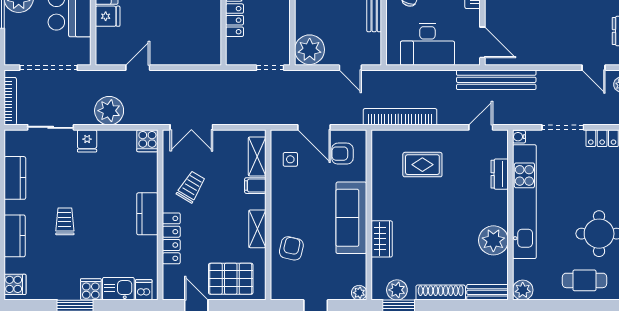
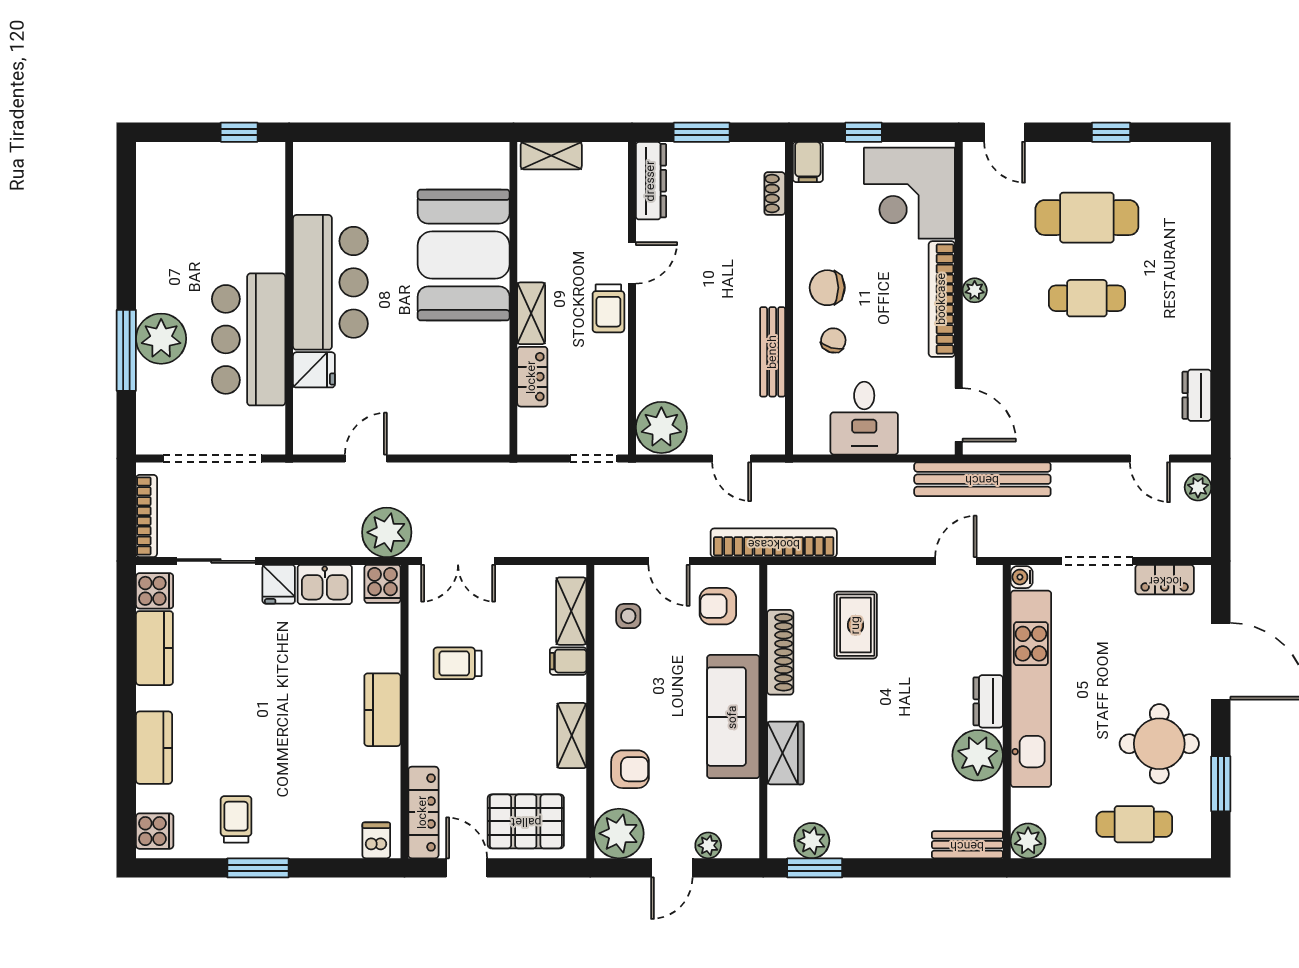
desk: (427, 44) -> (864, 418), width x0.73
plant: (109, 111) -> (387, 532), moved
bookcase: (400, 117) -> (774, 543), moved
door: (314, 127) -> (669, 561), width x0.73
rug: (422, 165) -> (856, 625), turned 90
dresser: (500, 174) -> (988, 701), moved
trolley: (191, 187) -> (458, 663), turned -121
trolley: (65, 221) -> (236, 819), moved
locker: (171, 238) -> (423, 812), moved
armchair: (291, 248) -> (630, 769), turned 78
plant: (285, 286) -> (619, 833), added
cooker: (91, 289) -> (155, 591), moved, turned 90
kitchen sink: (118, 289) -> (325, 585), moved, turned 180
plant: (359, 293) -> (708, 845), moved
shoe rack: (441, 293) -> (780, 652), moved, turned 90

